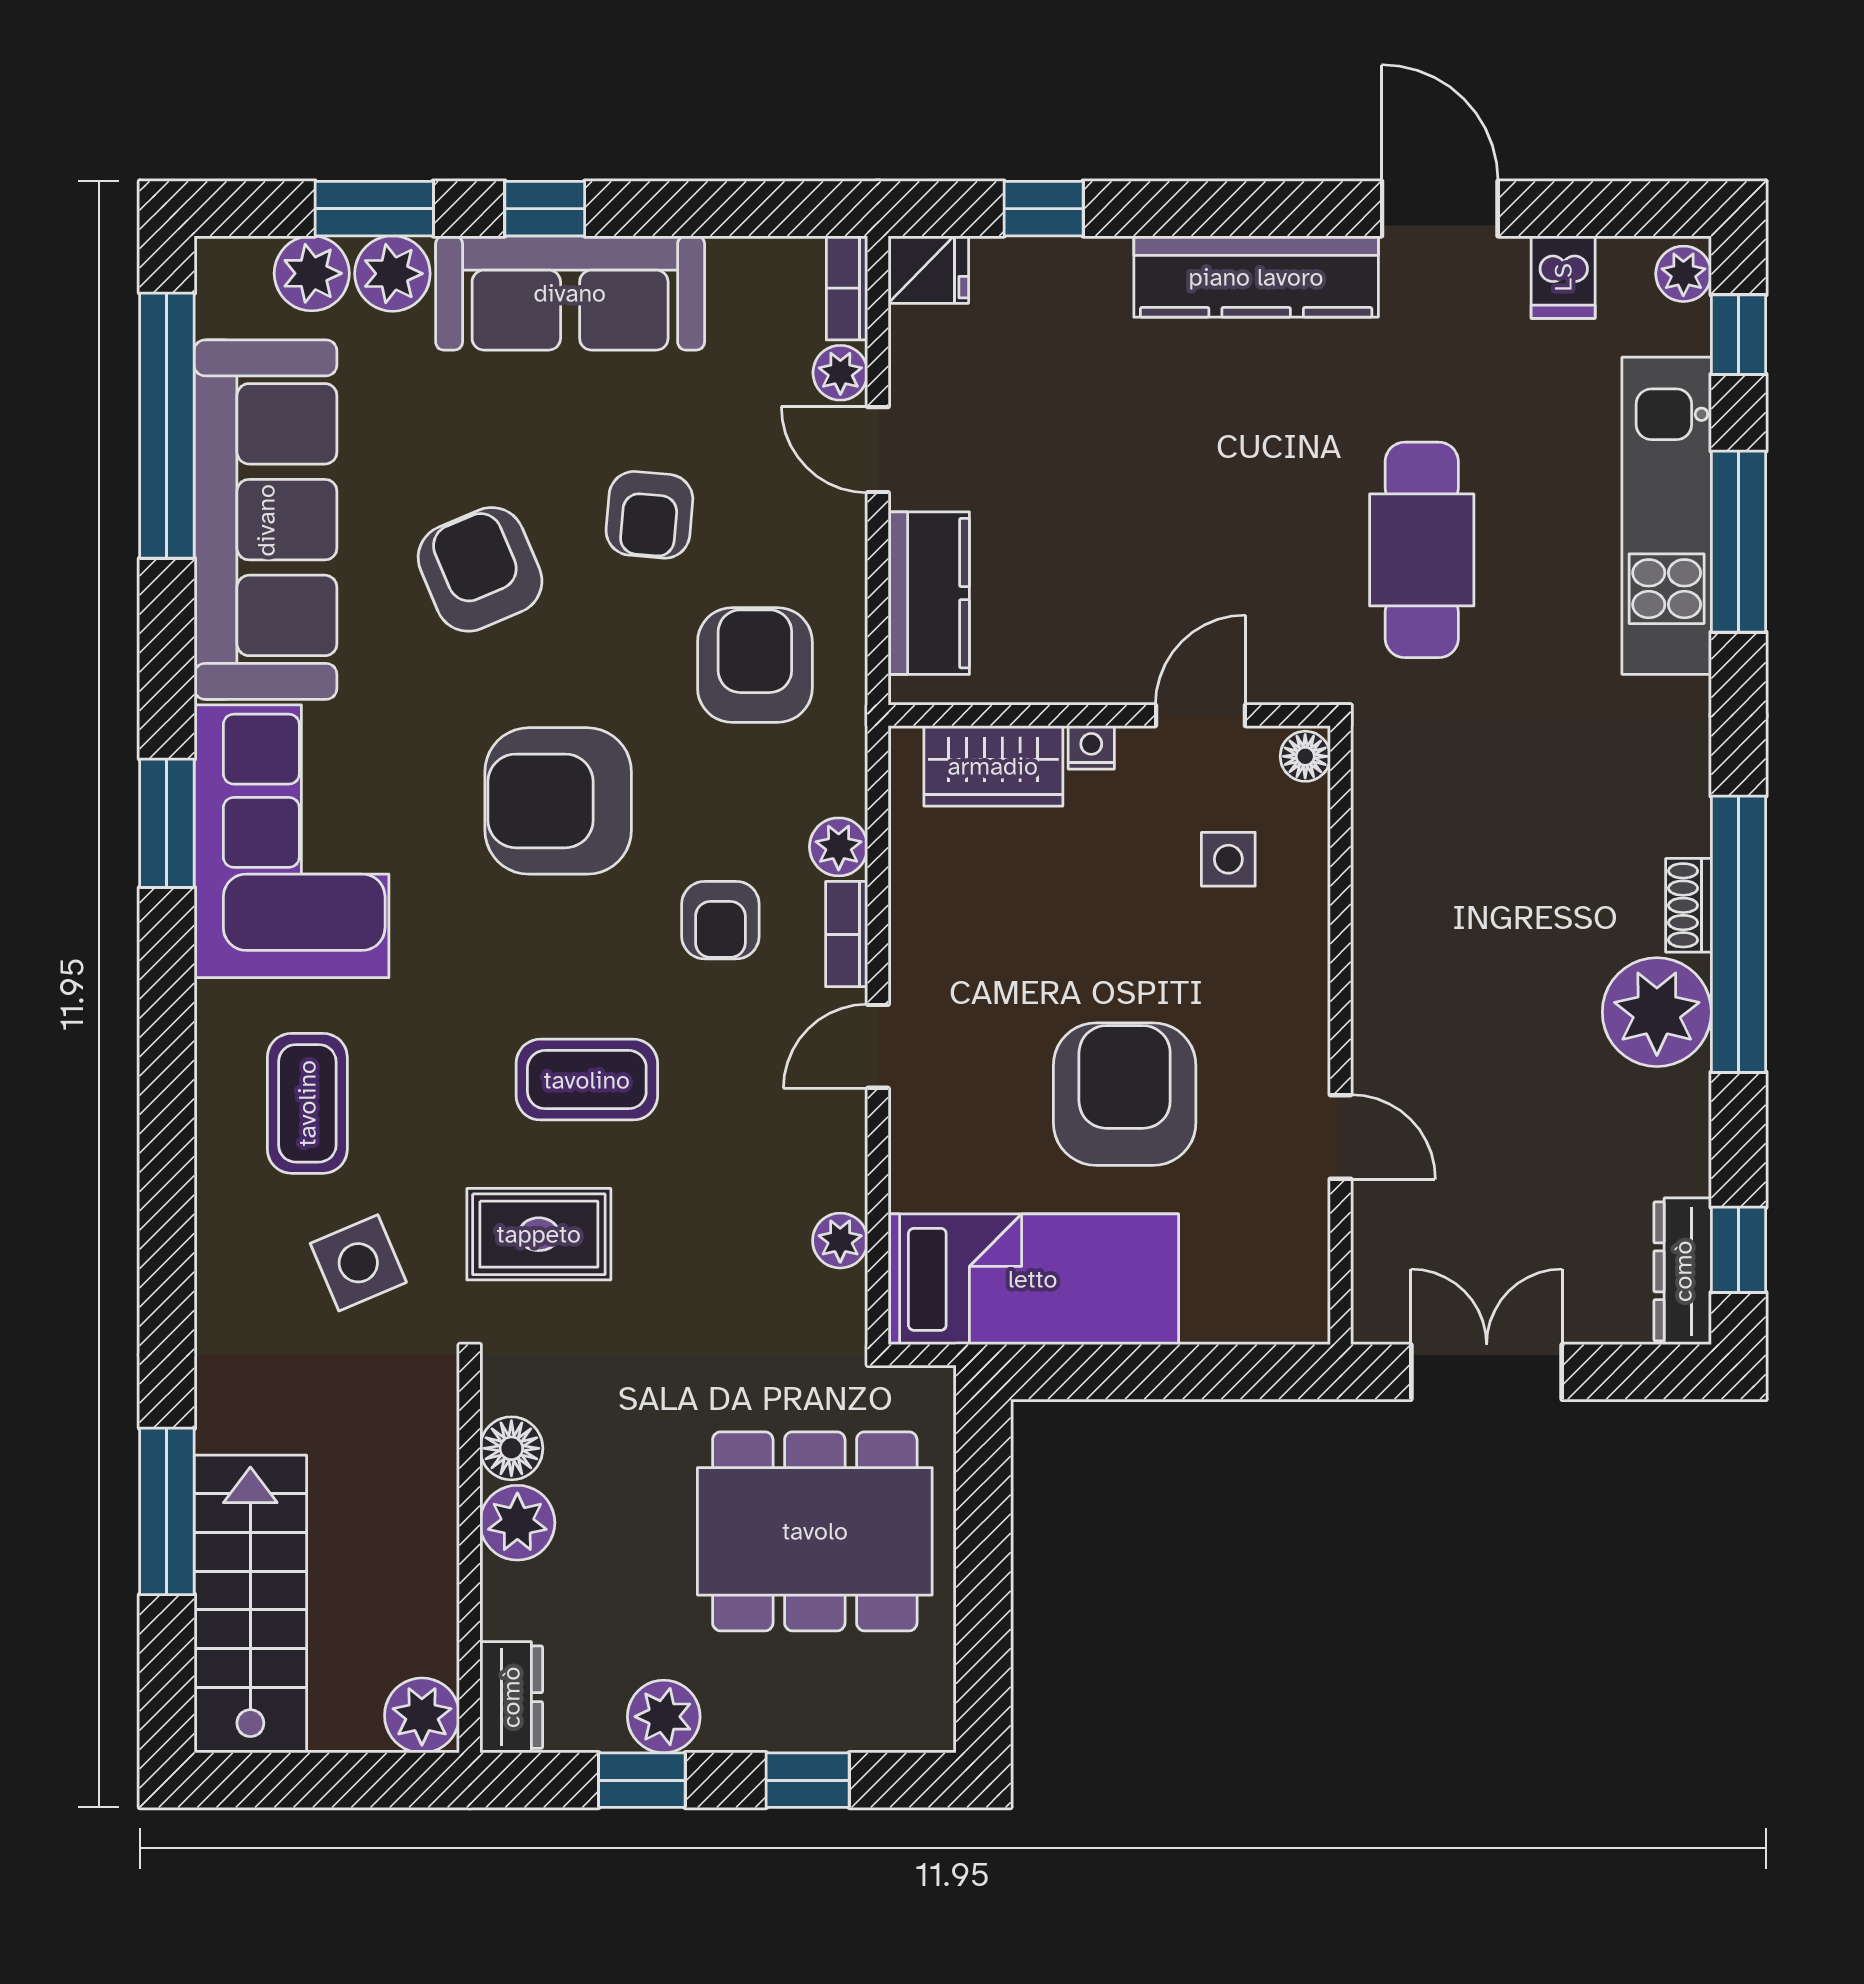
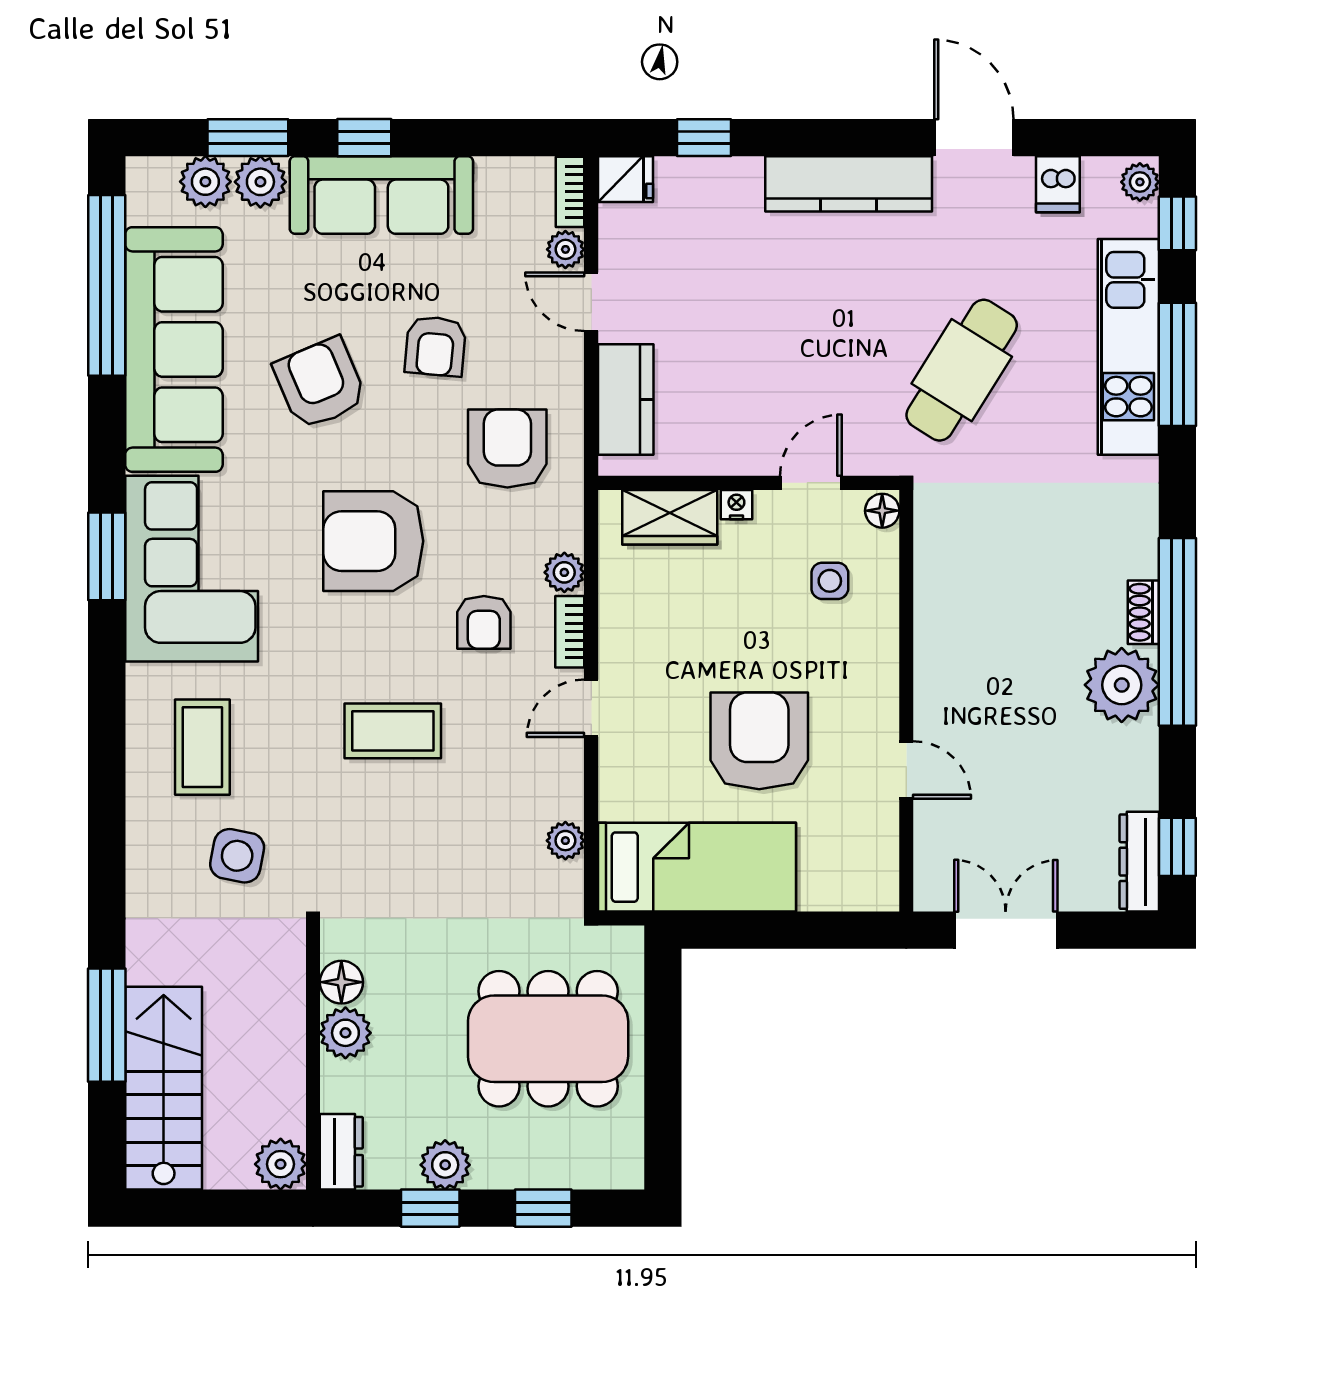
cafe table: (1422, 550) -> (962, 370), turned 32
rug: (539, 1234) -> (360, 836), removed
side table: (358, 1263) -> (237, 856), turned 34

